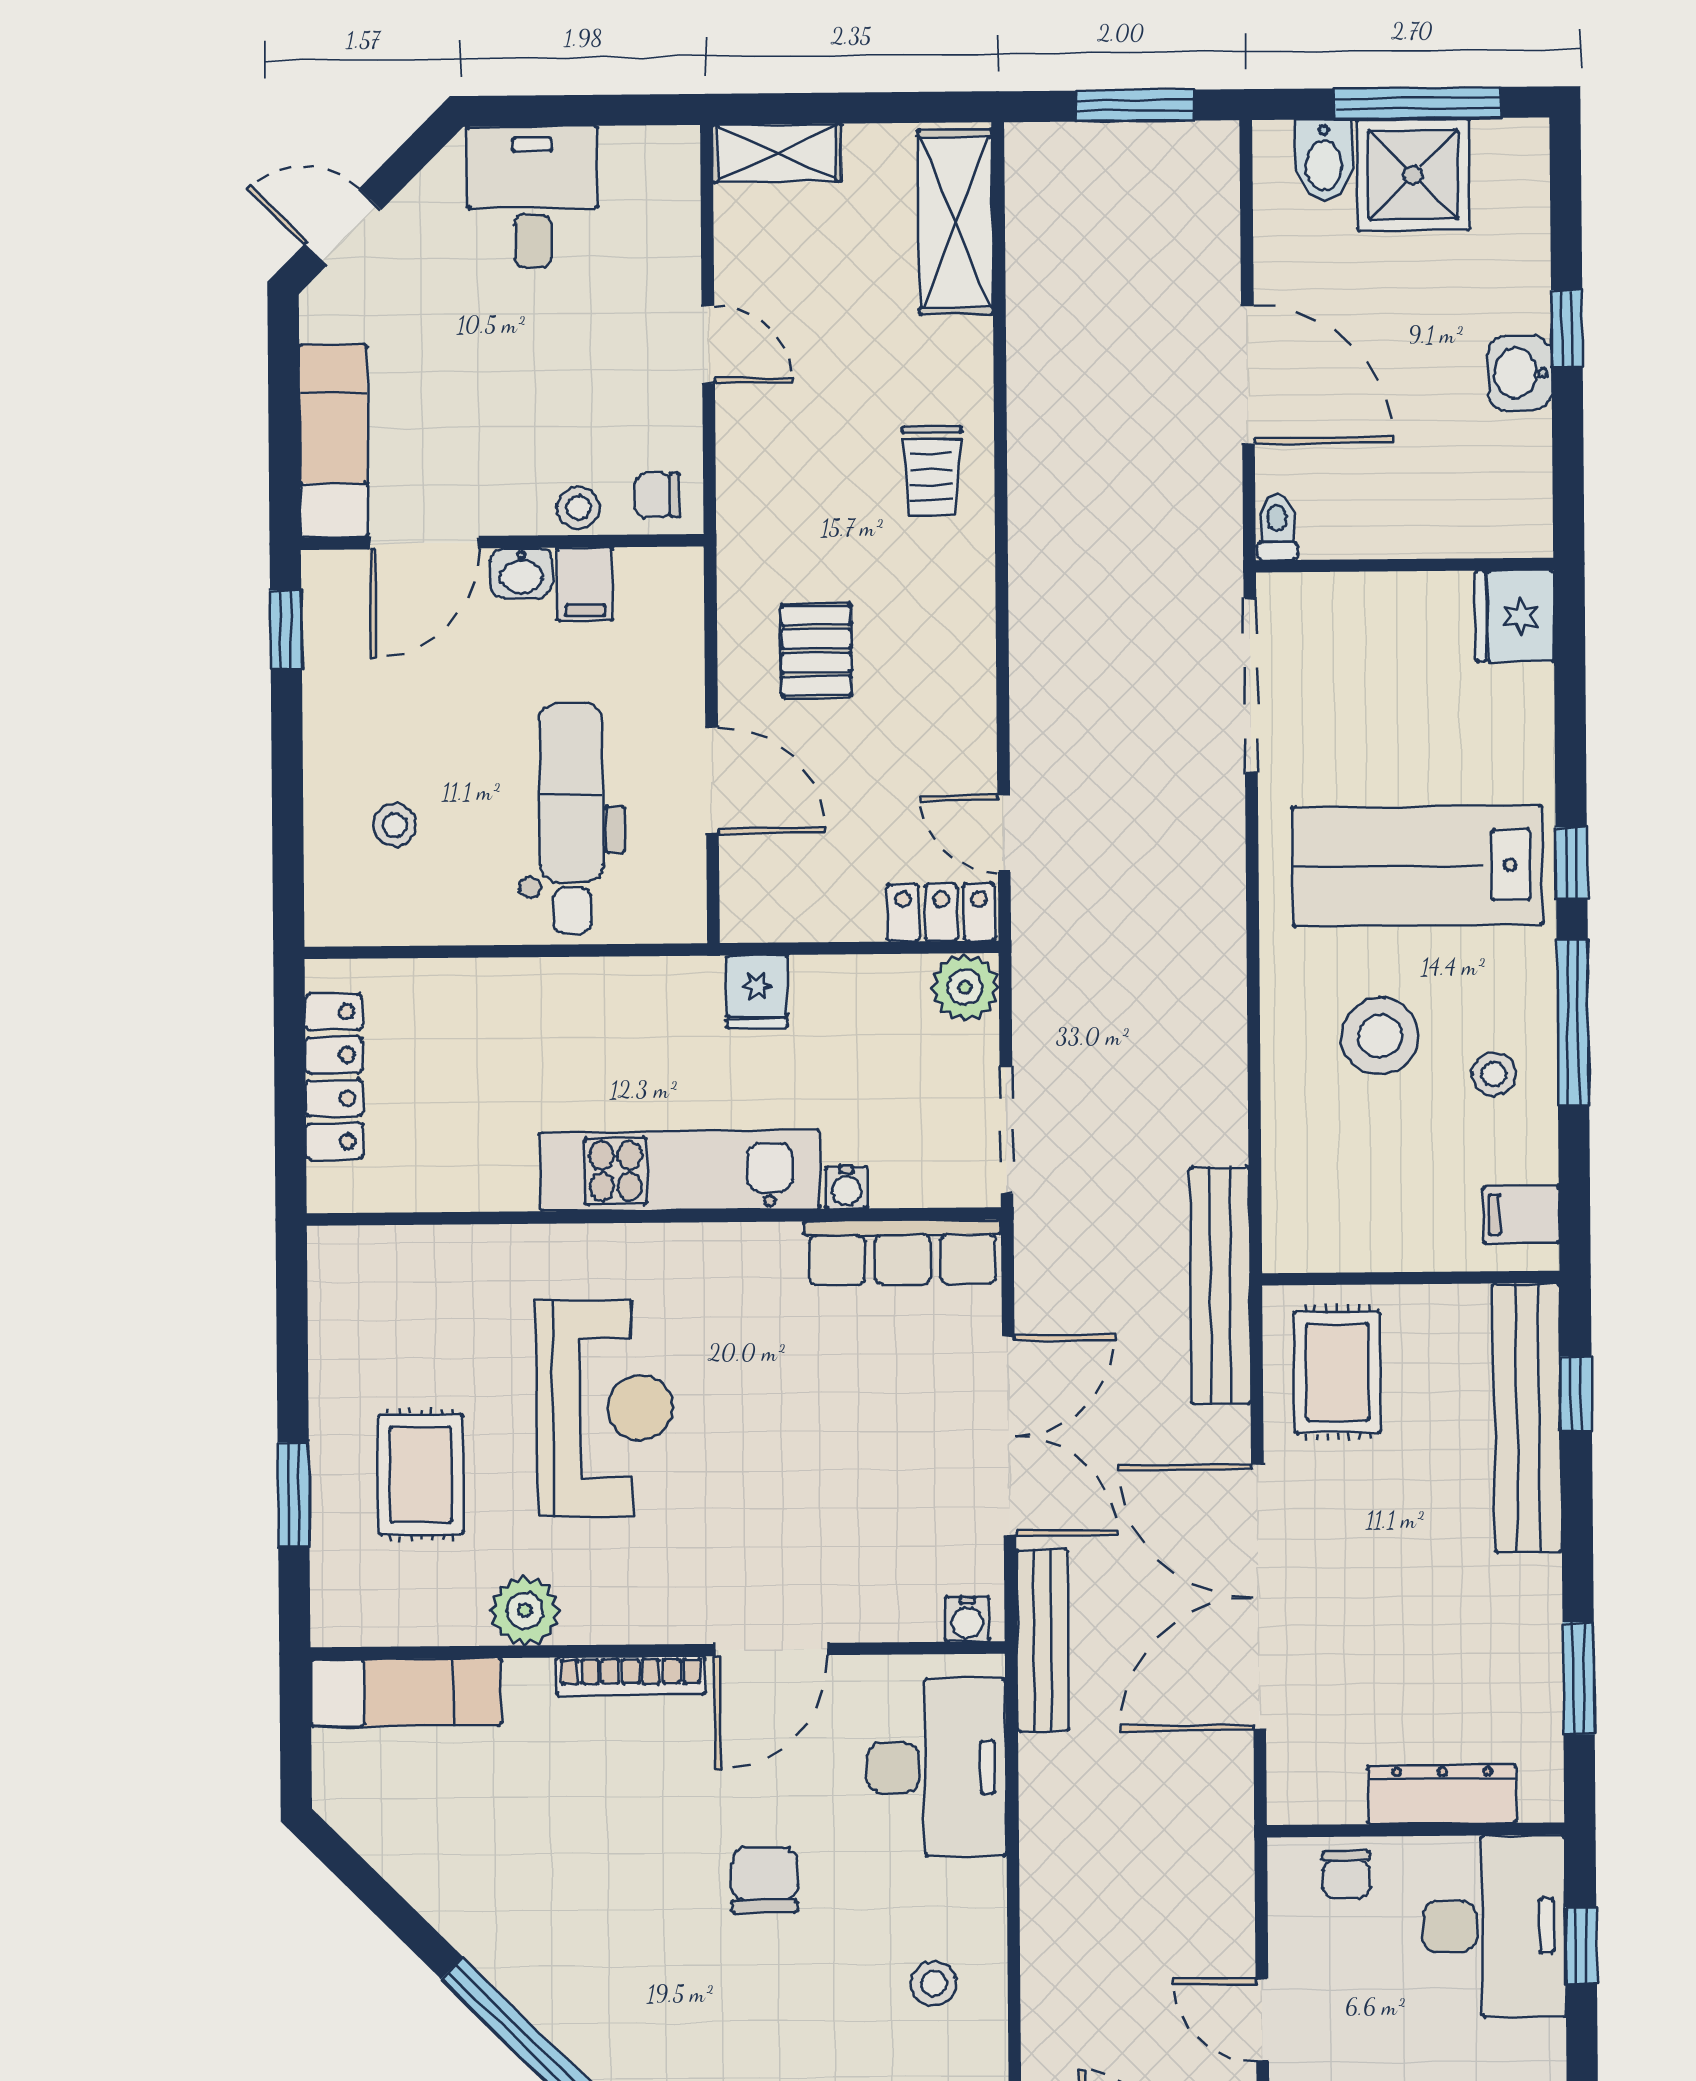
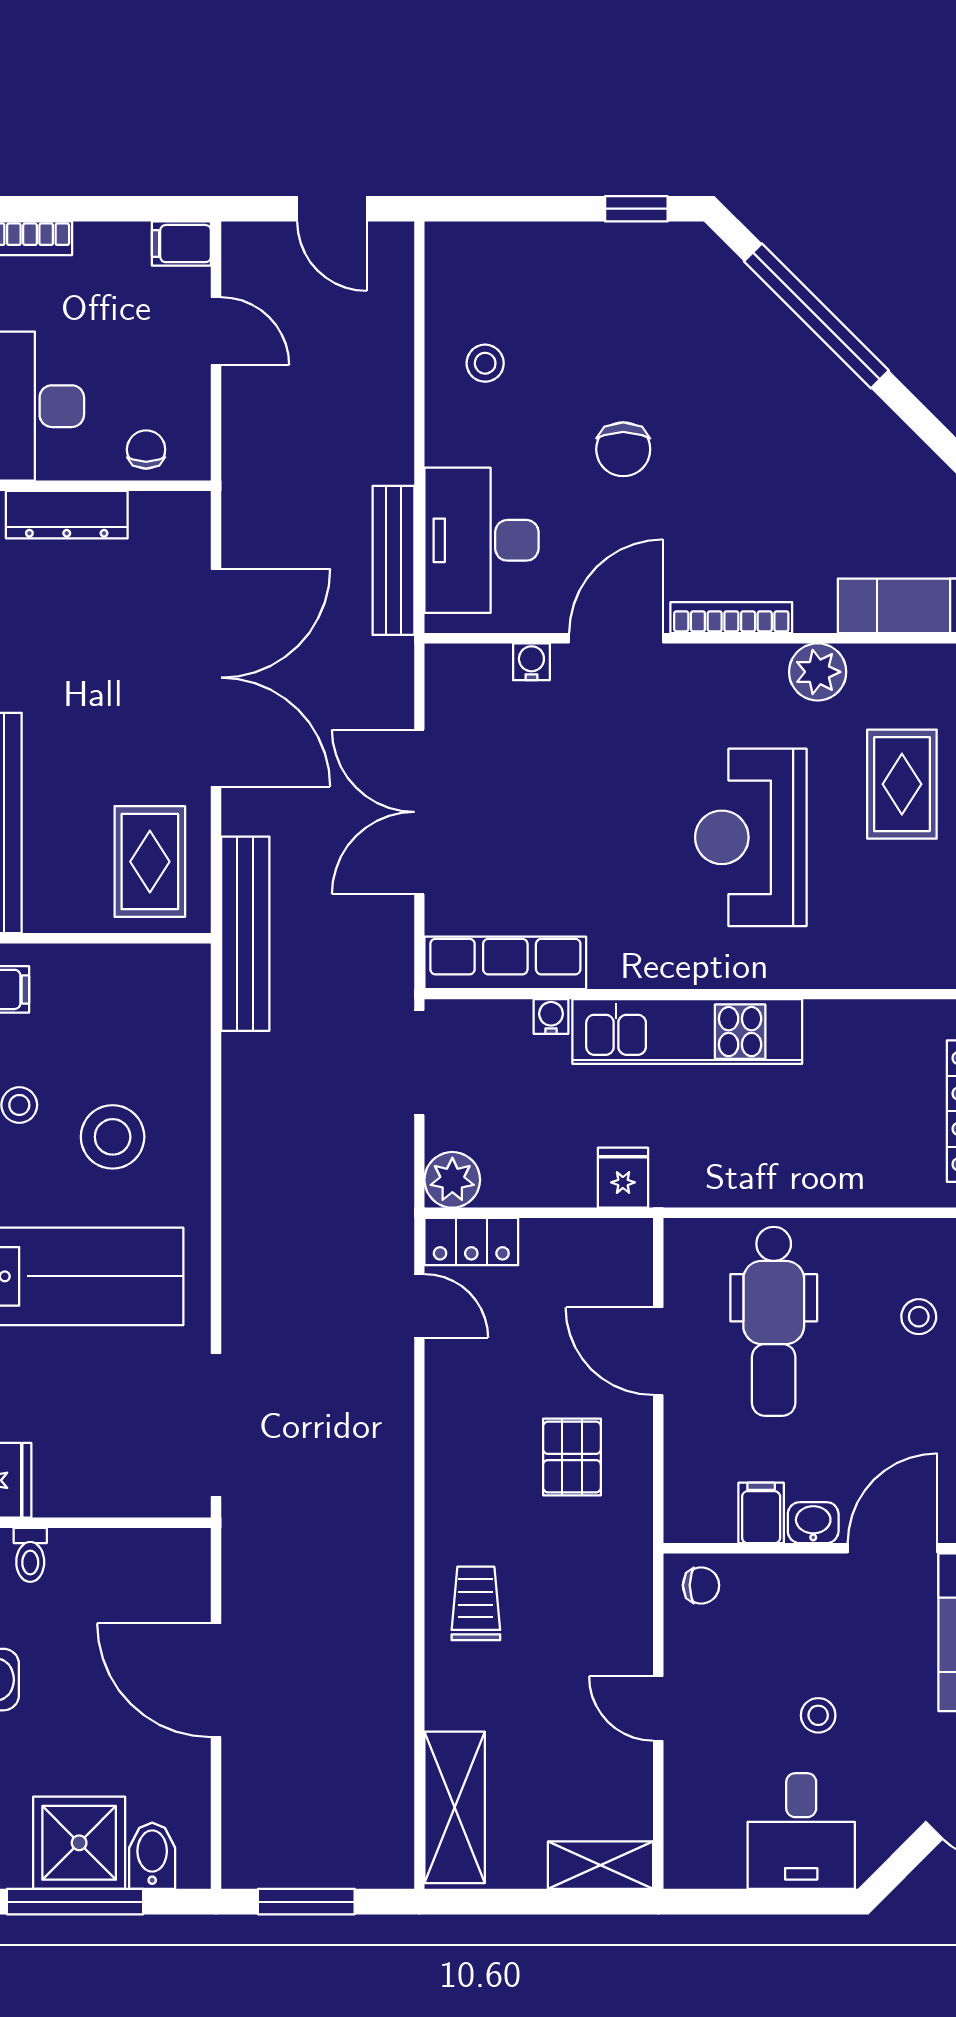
stool: (578, 508) -> (818, 1715), moved
toilet: (1277, 527) -> (30, 1555), moved
water cooler: (967, 1619) -> (531, 662), moved
bench: (1043, 1641) -> (393, 560), moved

